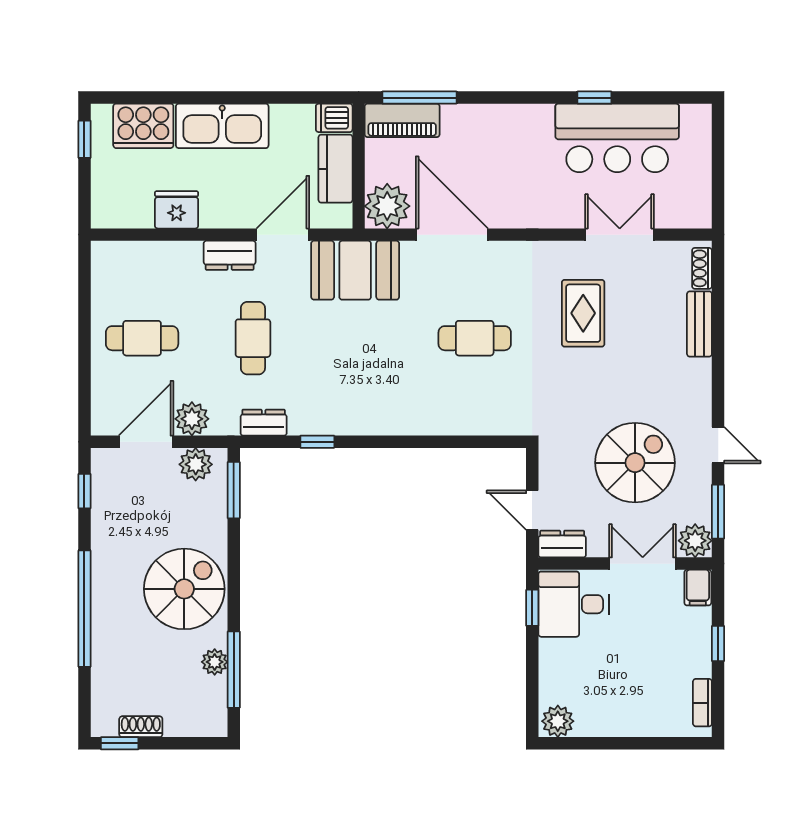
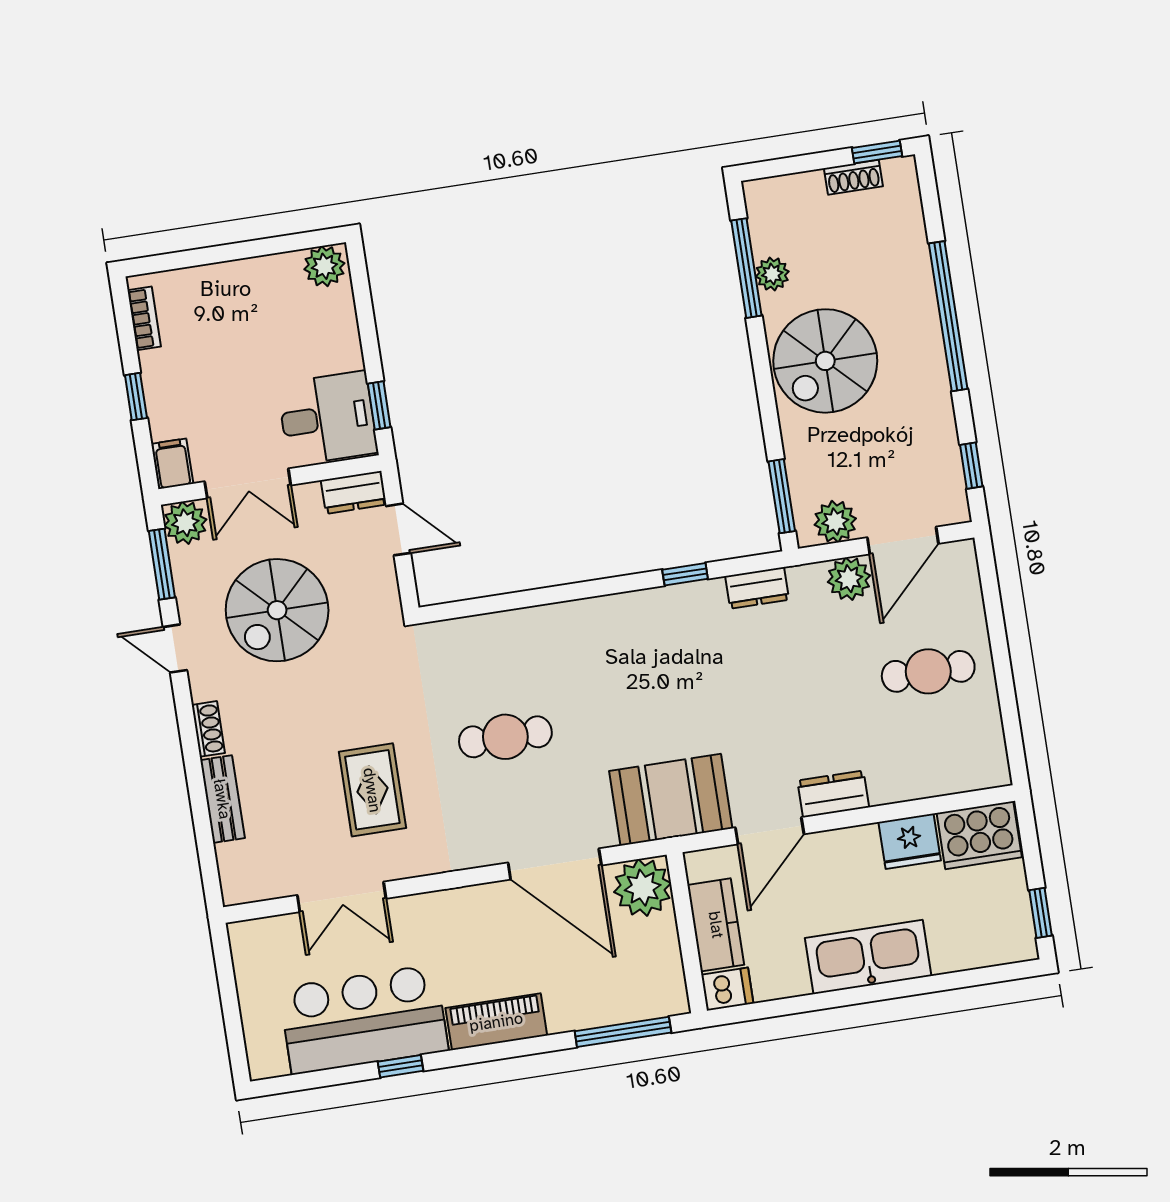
piano: (402, 120) -> (496, 1022), moved
cooker: (143, 126) -> (979, 835), moved, turned 180
shoe rack: (702, 268) -> (208, 729), moved
cafe table: (253, 338) -> (787, 693), removed

